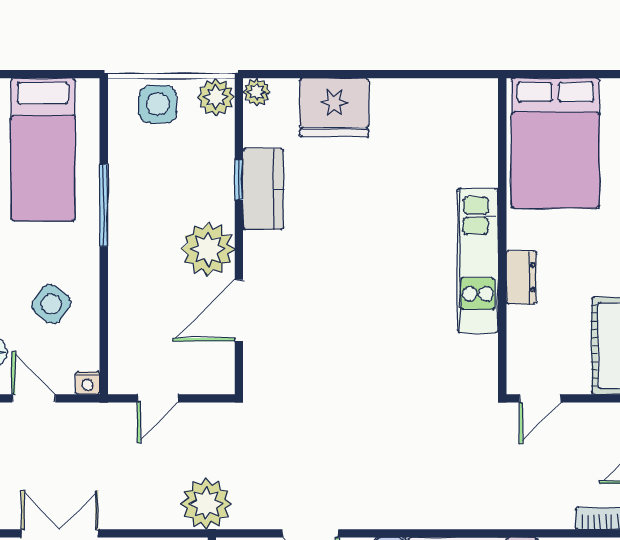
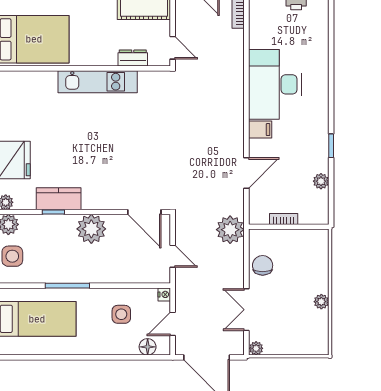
dresser: (521, 277) -> (133, 58), moved
side table: (51, 304) -> (121, 314), turned -37
door: (239, 310) -> (144, 212), moved

